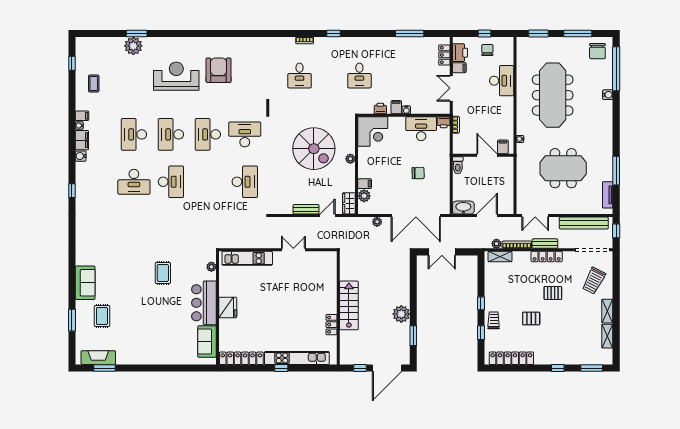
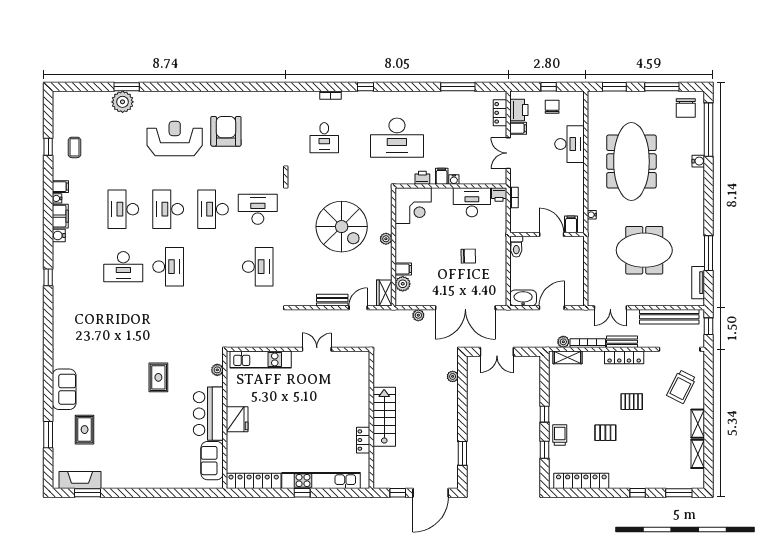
window: (72, 63) -> (48, 147), moved
desk: (359, 75) -> (397, 138), width x1.87, depth x1.30
plant: (401, 314) -> (453, 376), moved, width x0.53, depth x0.53

